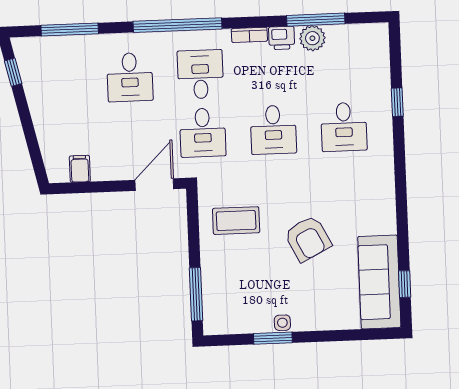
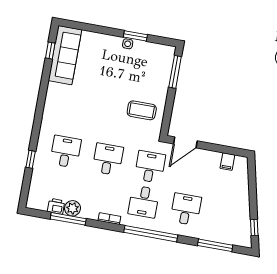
printer: (282, 38) -> (56, 206), moved
armchair: (308, 239) -> (102, 90), removed

